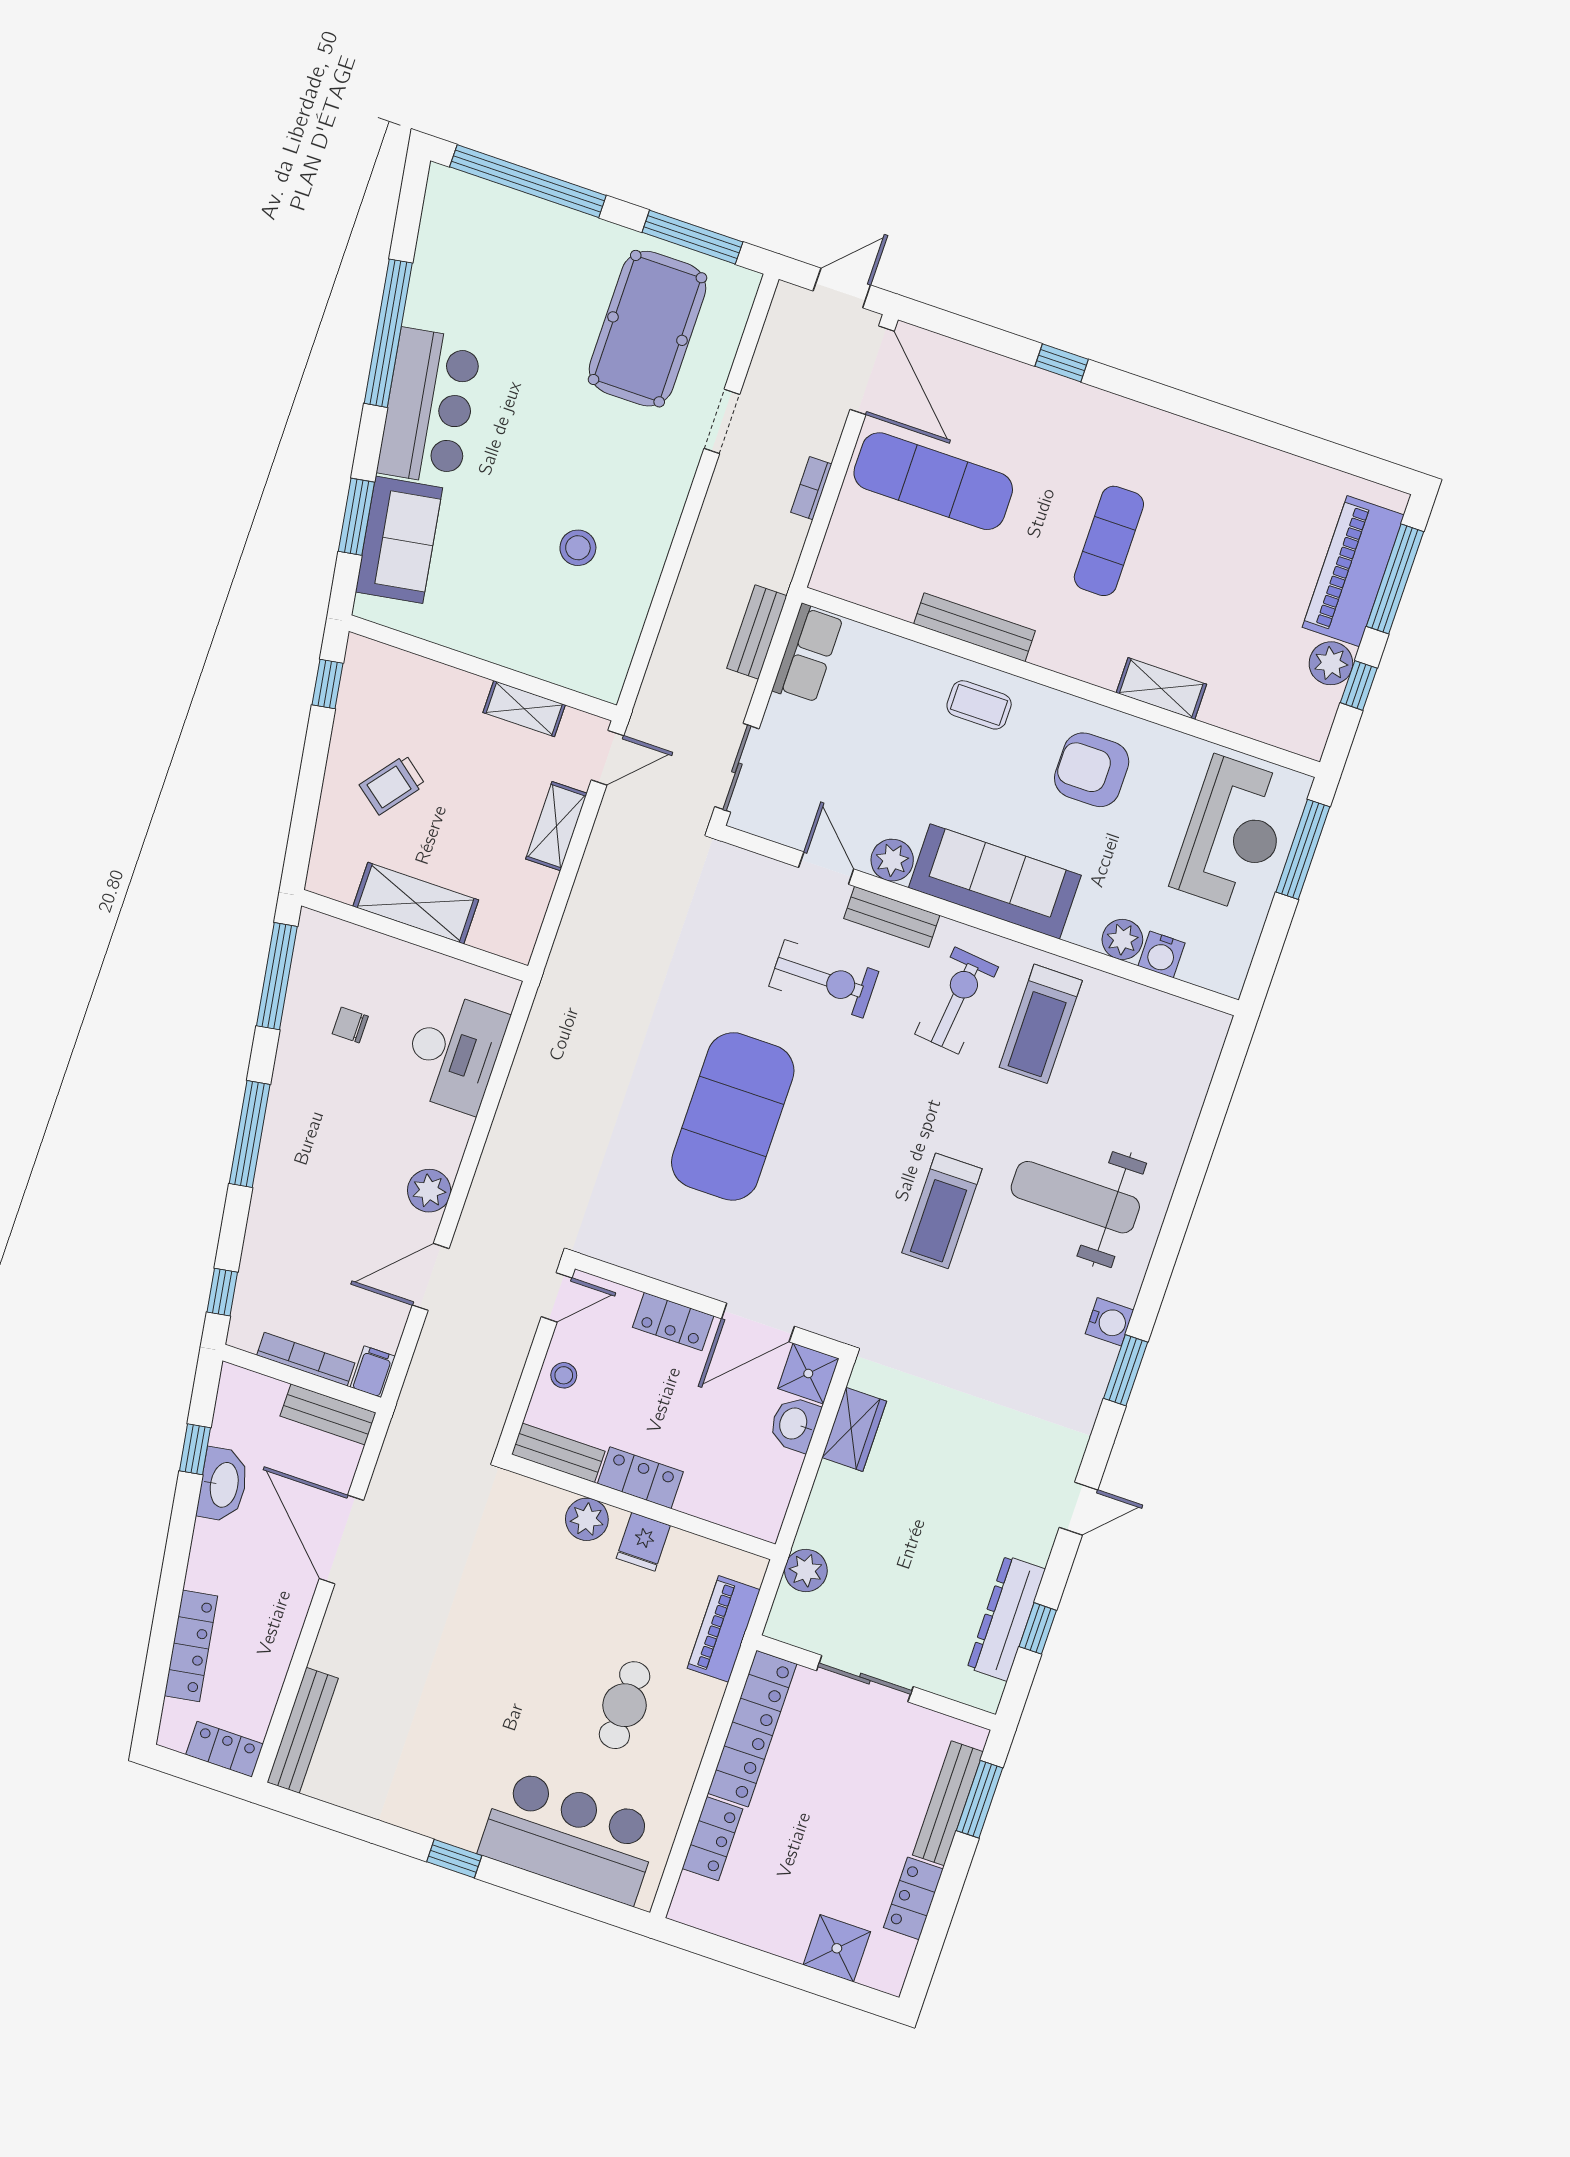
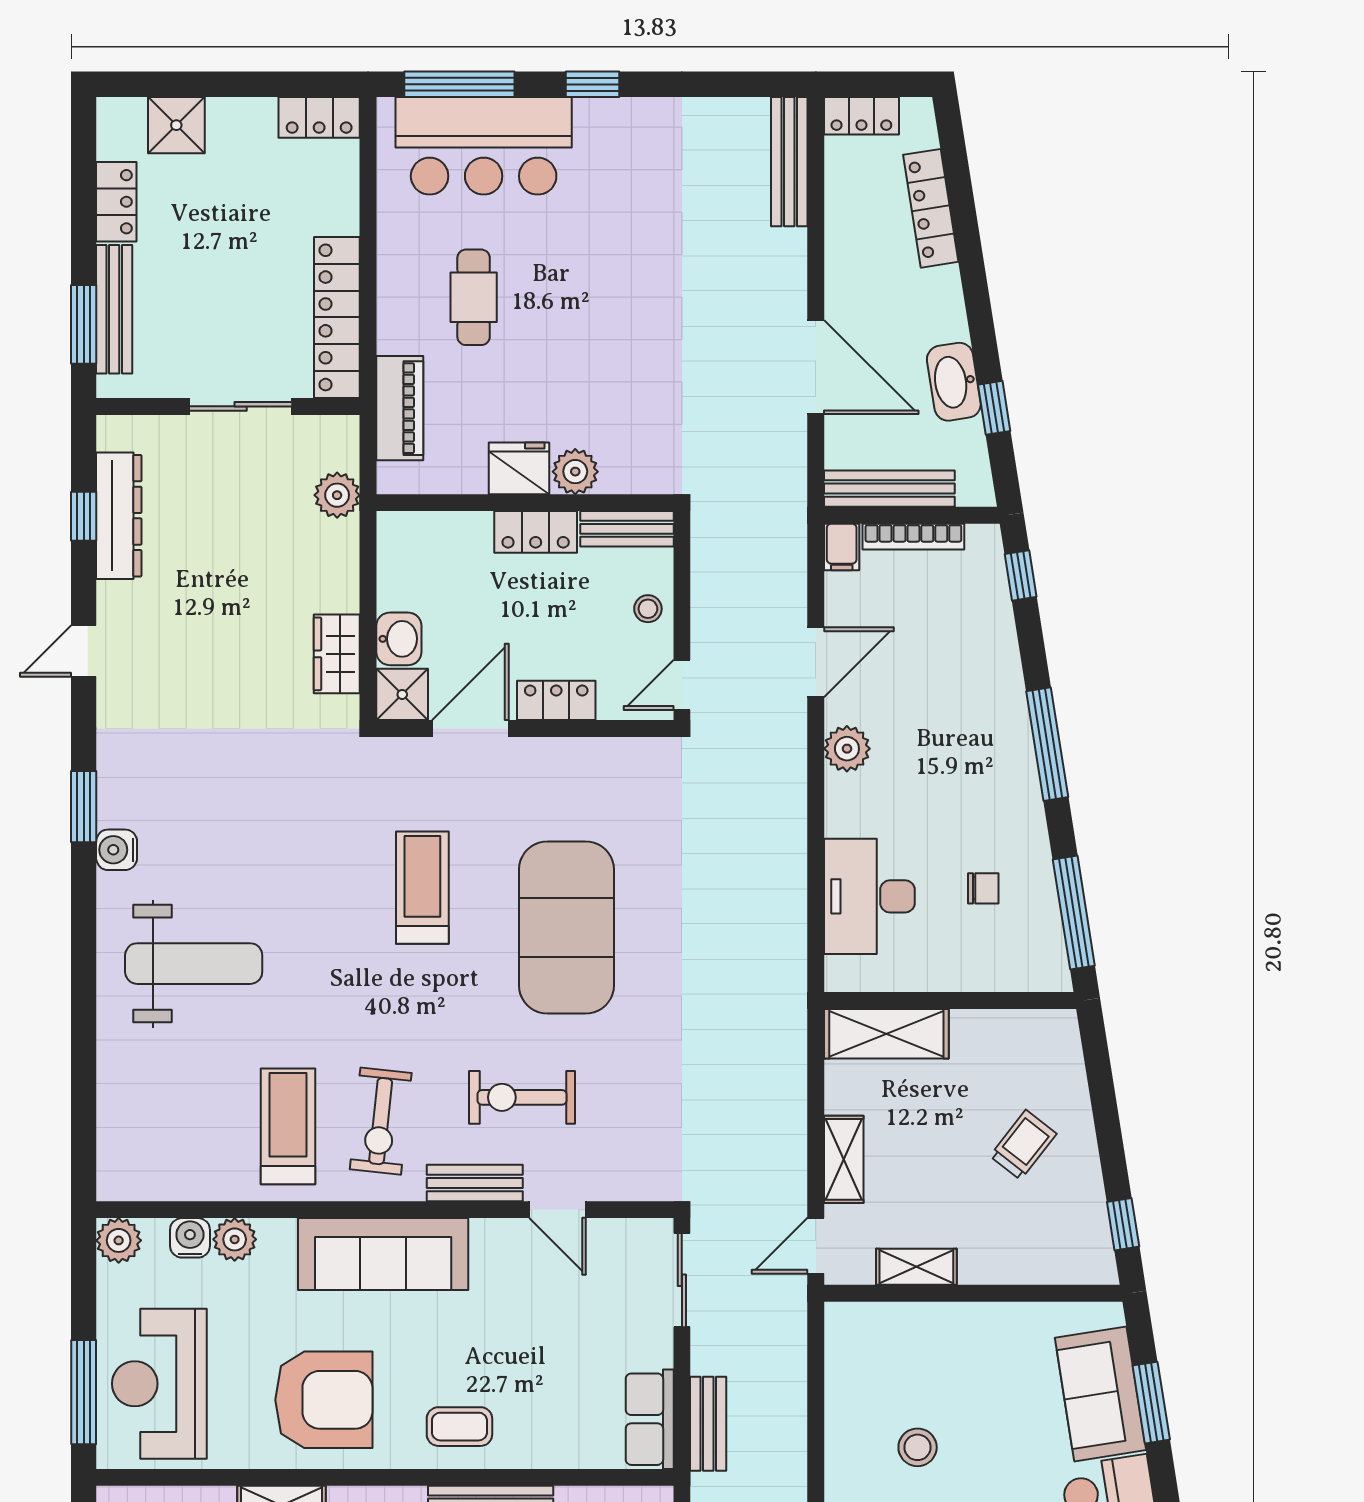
armchair: (1092, 770) -> (324, 1400), width x1.36, depth x1.36
plant: (892, 860) -> (119, 1240), moved
shelving: (416, 903) -> (886, 1034), moved
treadmill: (942, 1211) -> (422, 888), moved
bench: (328, 1414) -> (889, 489), width x1.36
fridge: (643, 1542) -> (519, 468), width x1.38
locker: (712, 1839) -> (319, 117), moved, turned -90
window: (573, 1899) -> (459, 84), added

